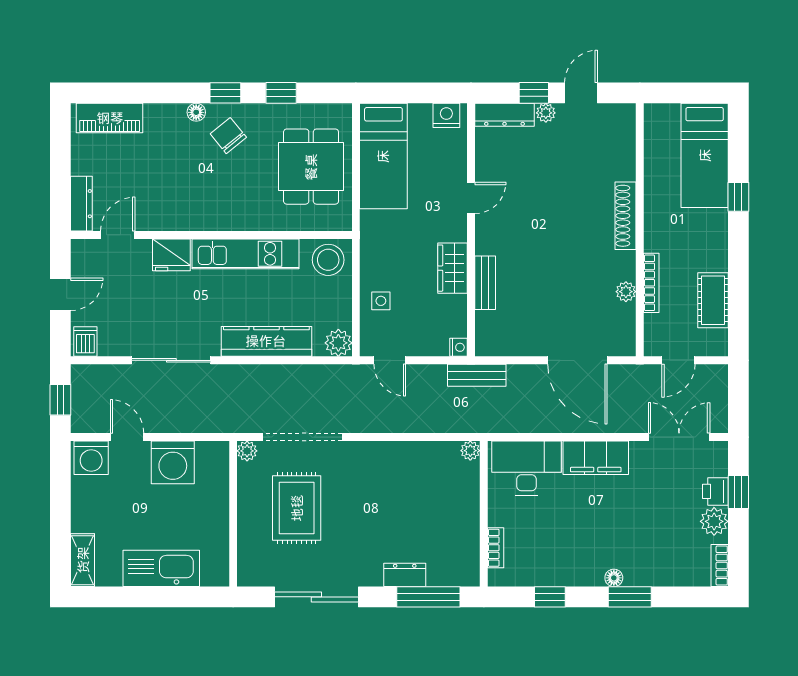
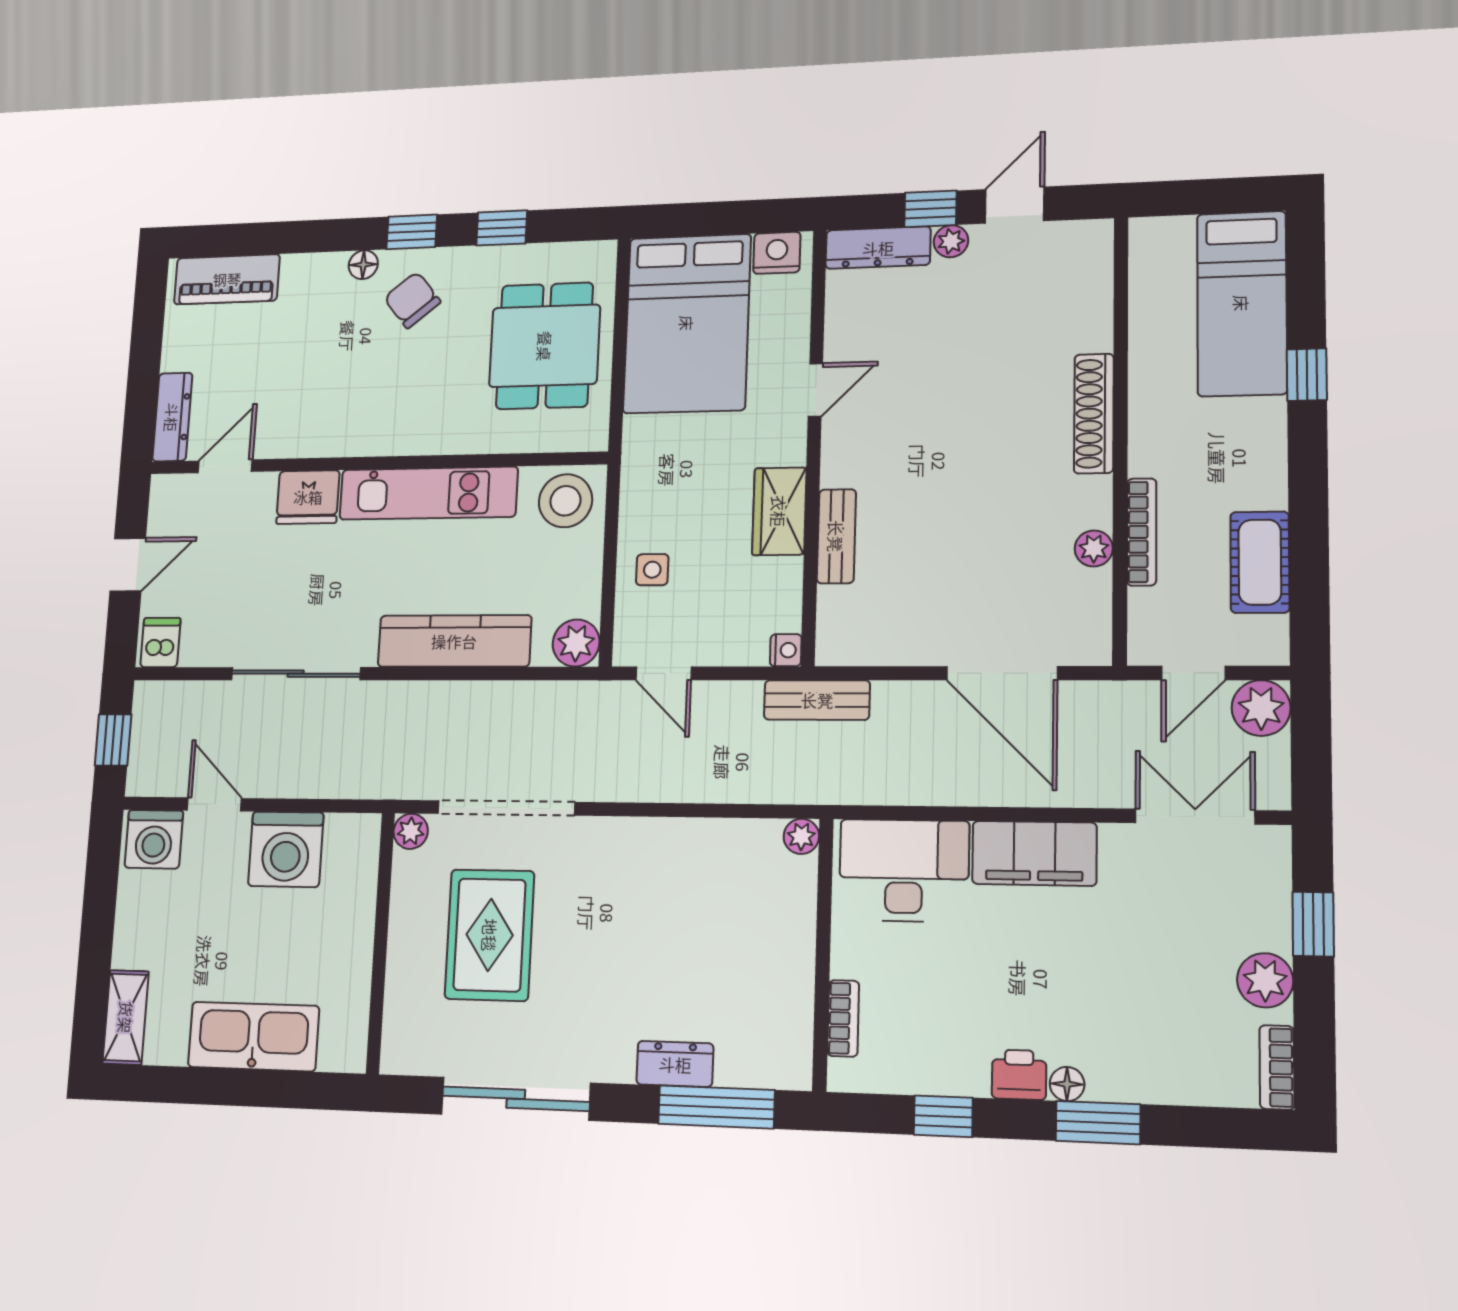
bed: (383, 156) -> (687, 323), width x1.50
plant: (713, 379) -> (1261, 708), added
printer: (715, 491) -> (1019, 1075), moved, turned 90

